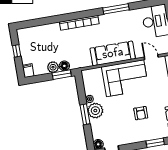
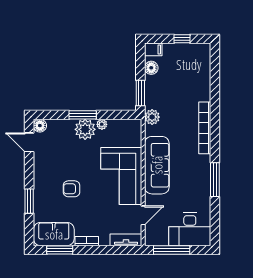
floor lamp: (64, 66) -> (151, 68), moved
plant: (53, 67) -> (152, 117), moved

